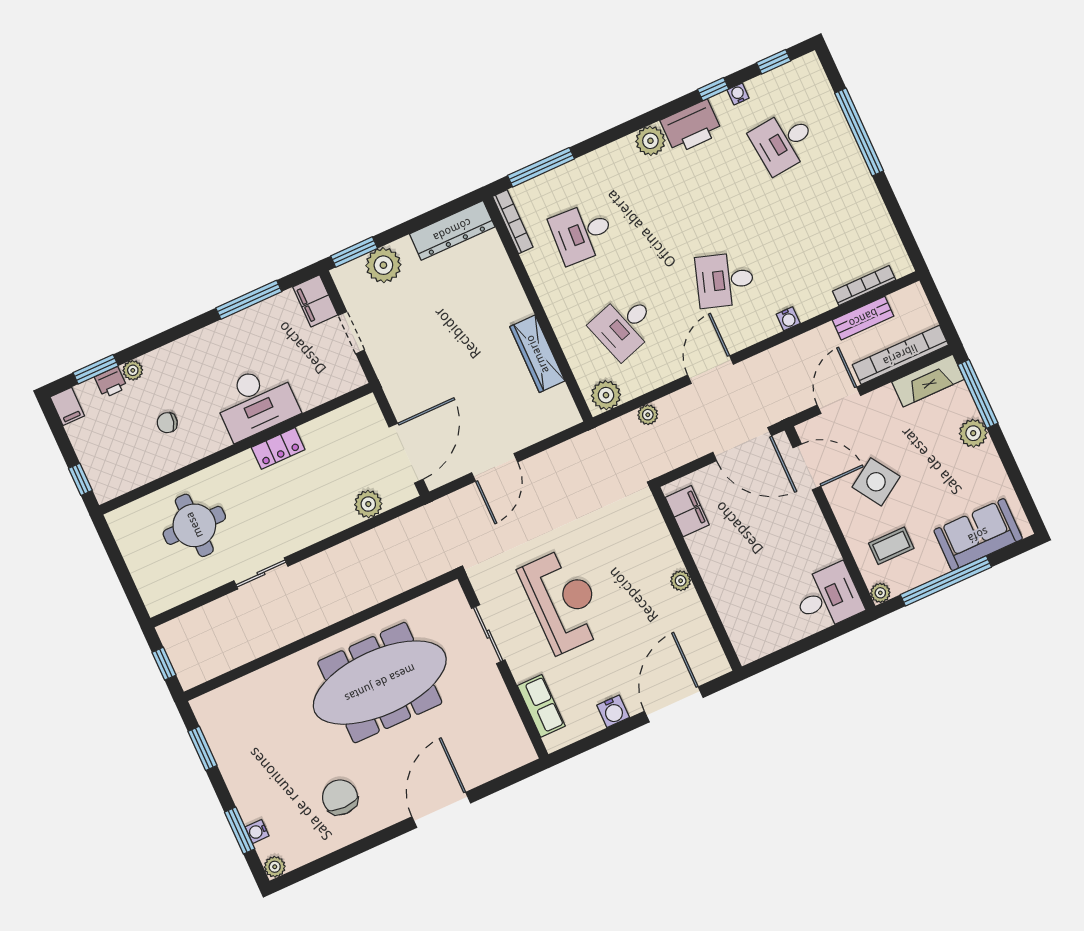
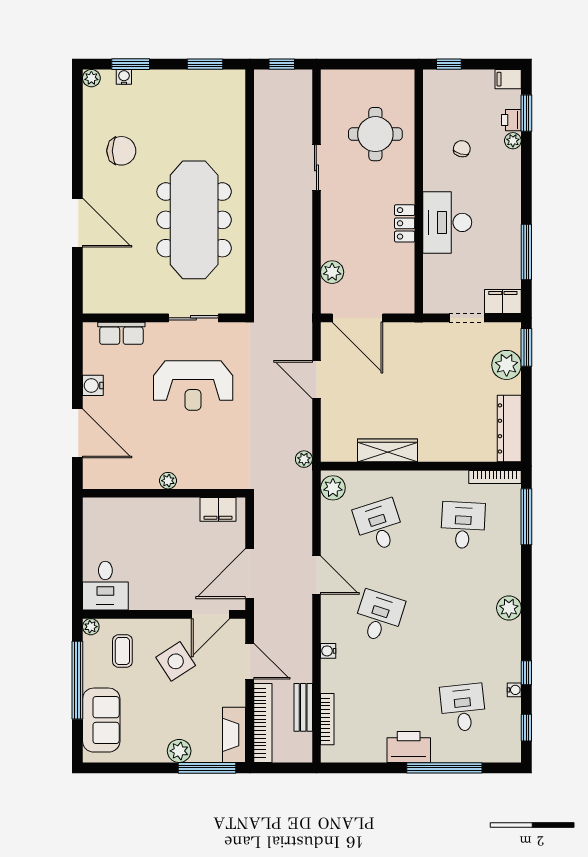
printer: (691, 127) -> (409, 747), moved, turned 90
plant: (648, 415) -> (304, 459), moved

